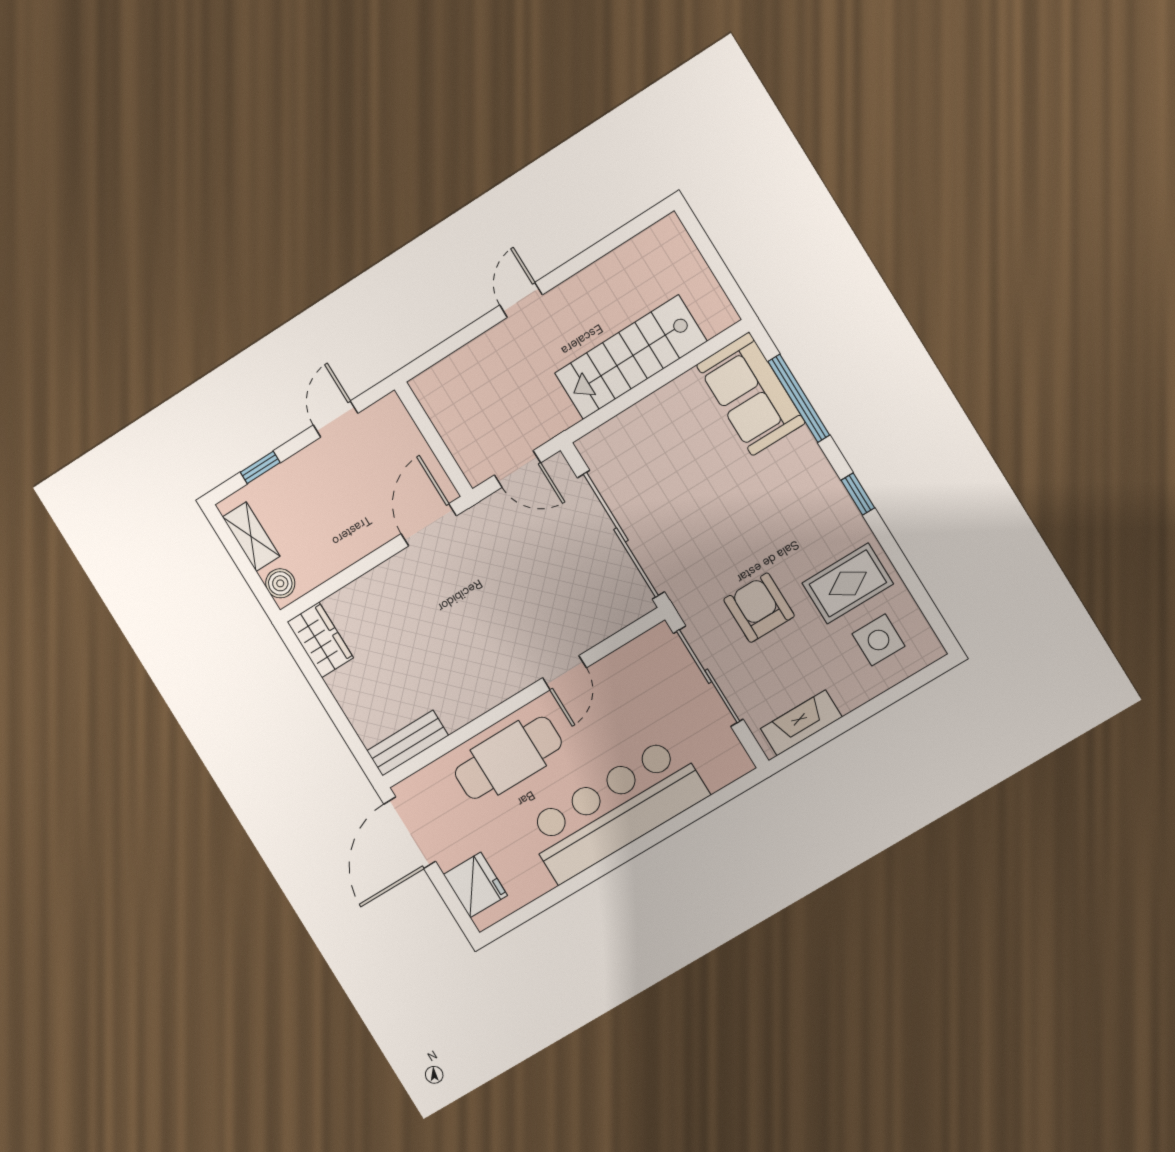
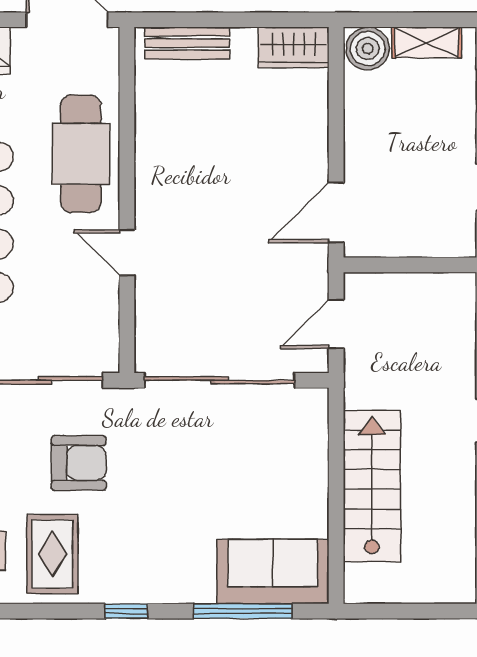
door: (429, 525) -> (336, 213), swing flipped
boiler: (280, 583) -> (368, 48), width x1.36, depth x1.36
bench: (408, 743) -> (187, 43), moved, turned 90

